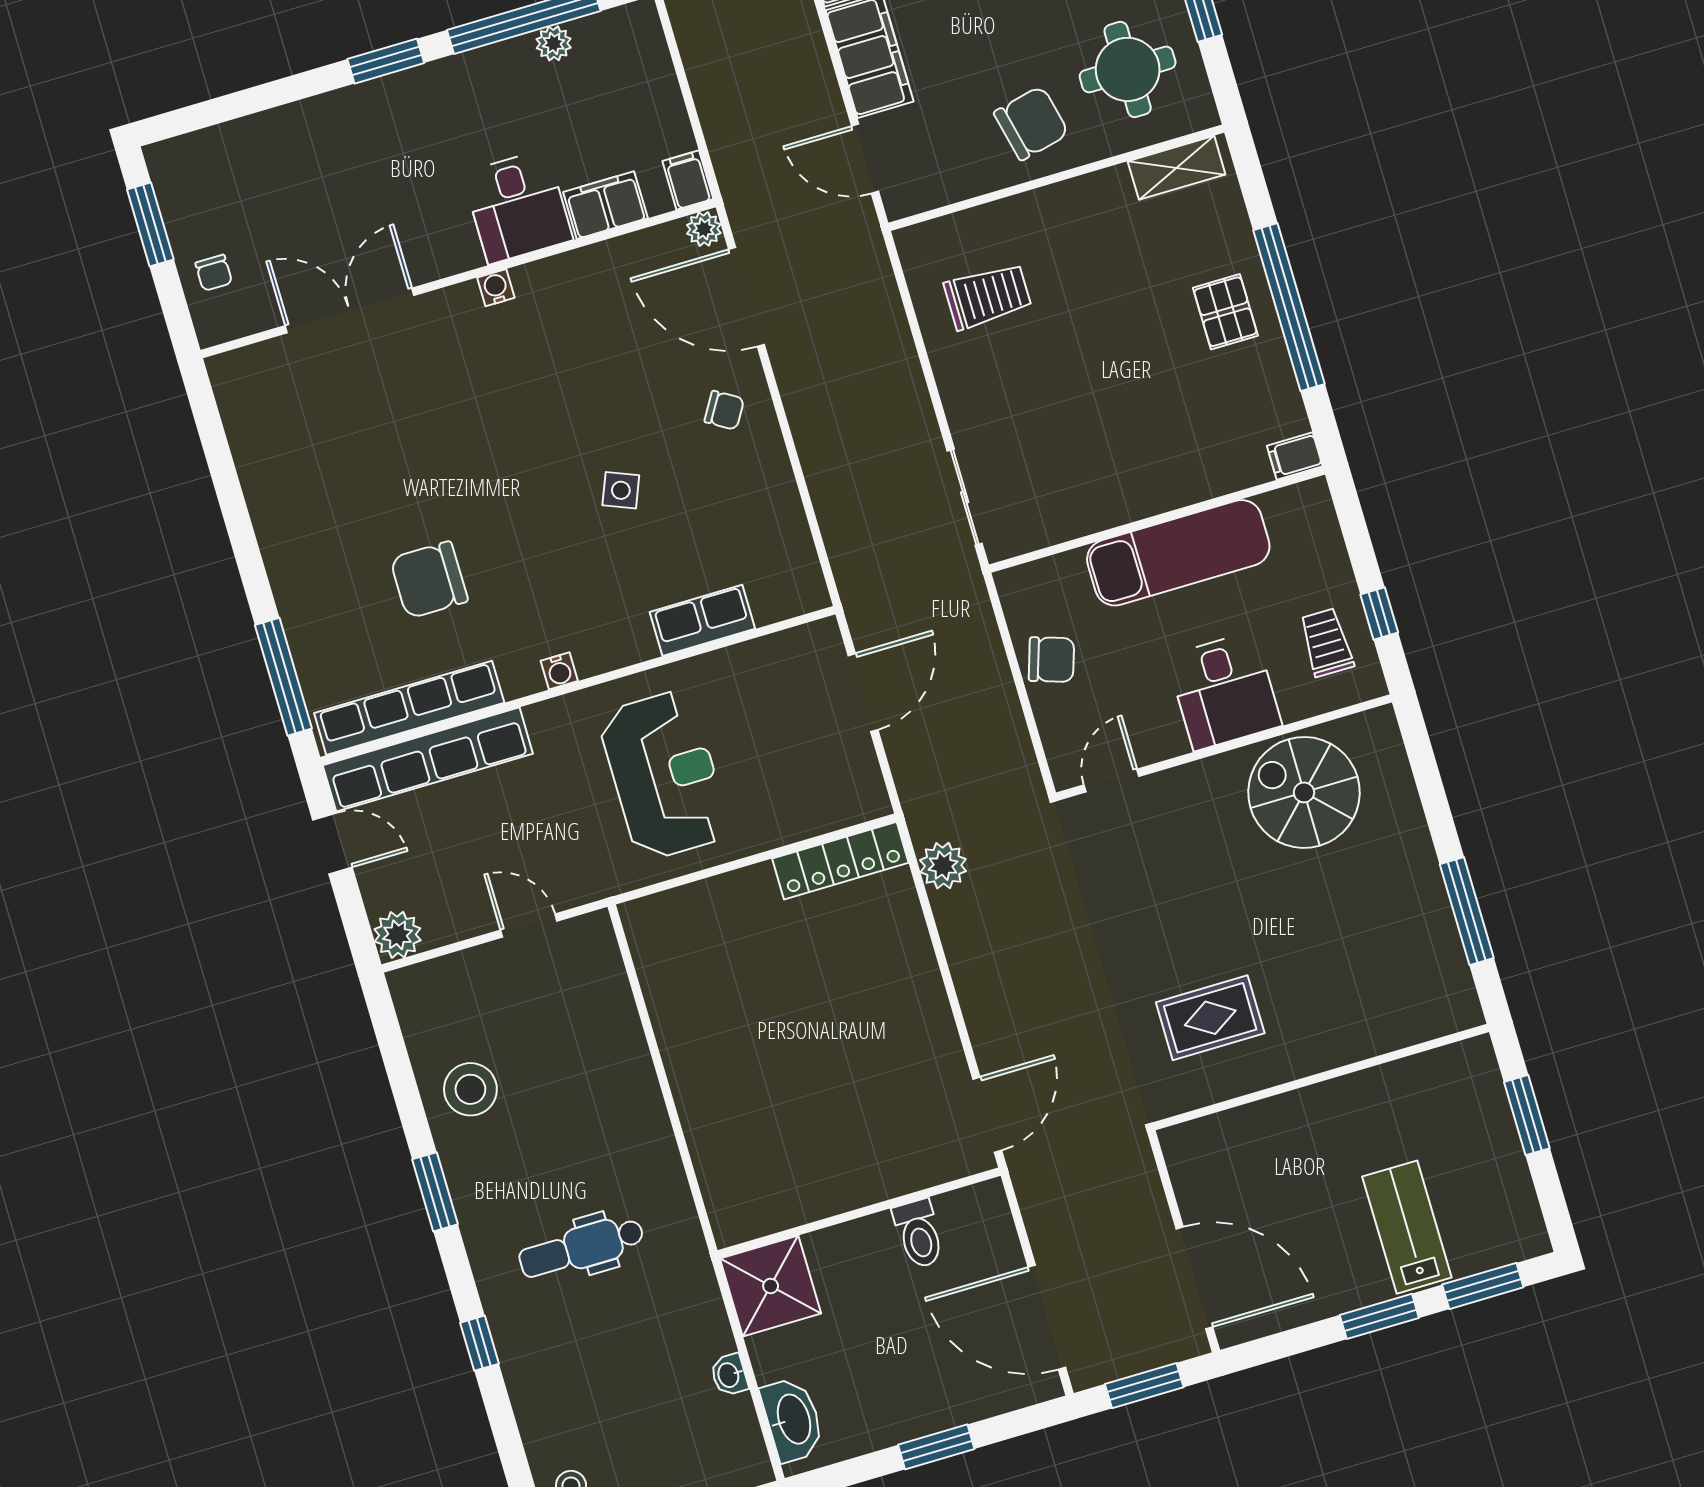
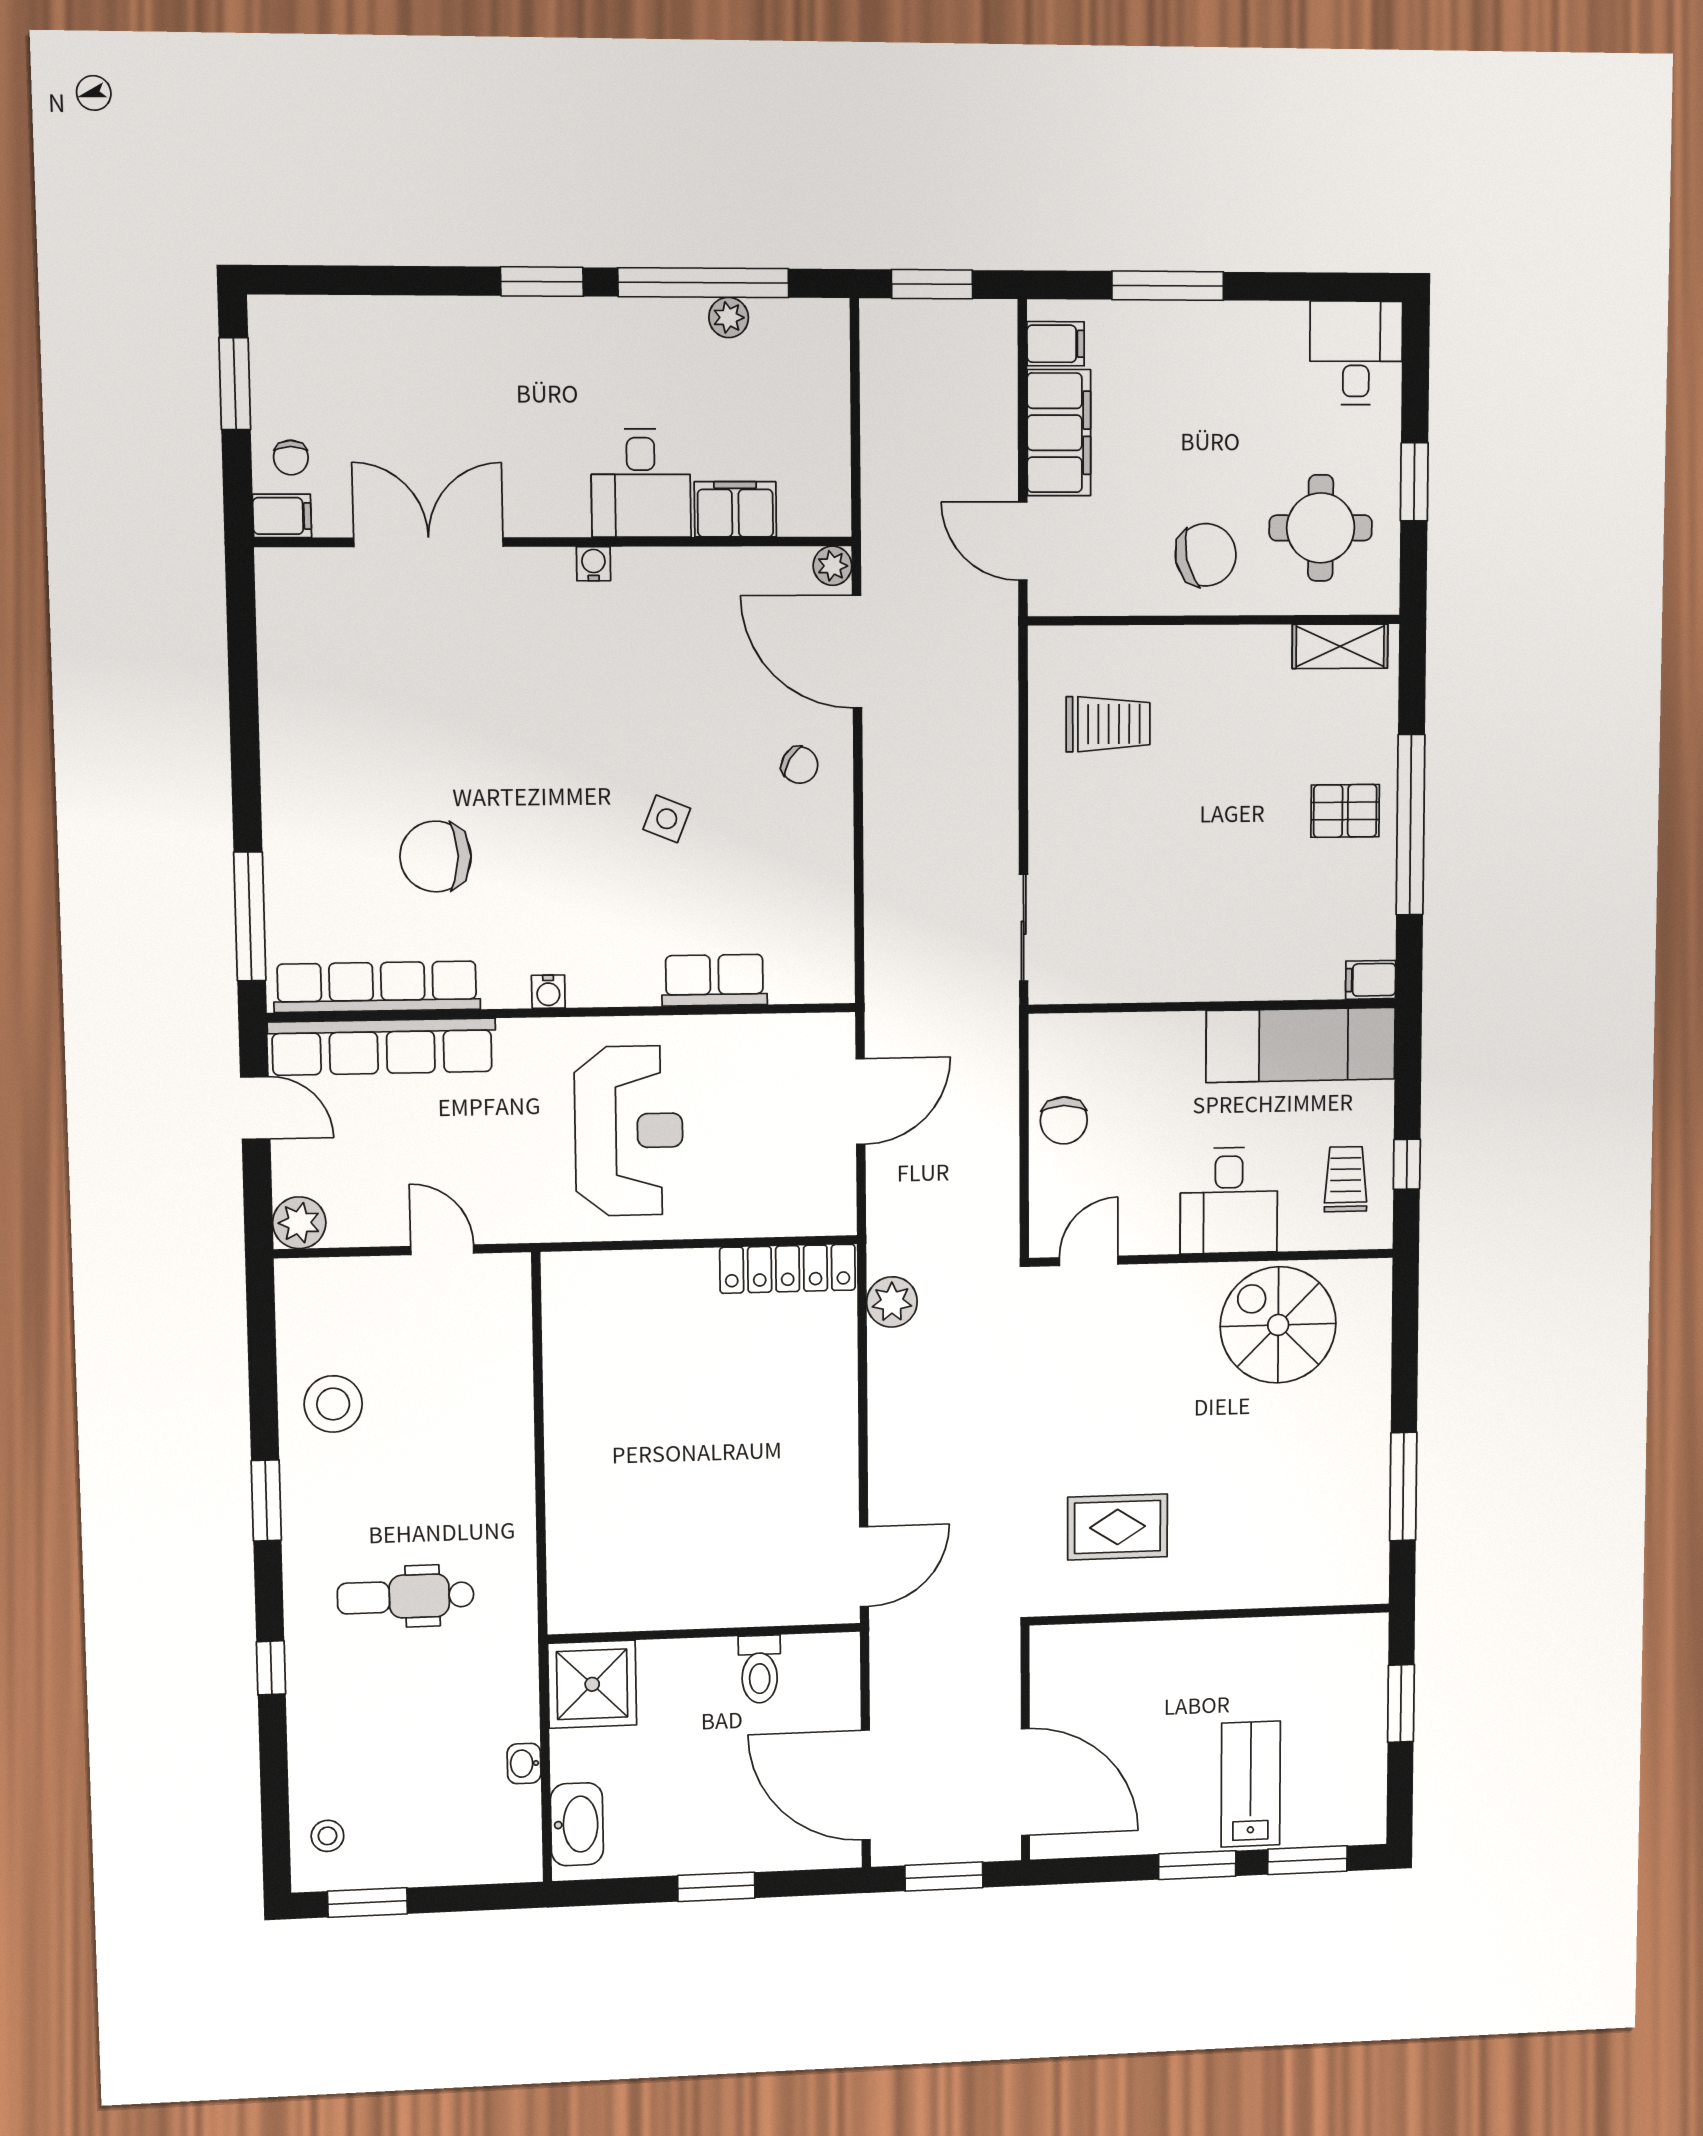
filing cabinet: (688, 180) -> (282, 516), moved, turned 90
pallet: (1225, 312) -> (1345, 811), turned 90
exam couch: (1178, 553) -> (1301, 1045), moved
chair: (1051, 660) -> (1064, 1120), turned 72

